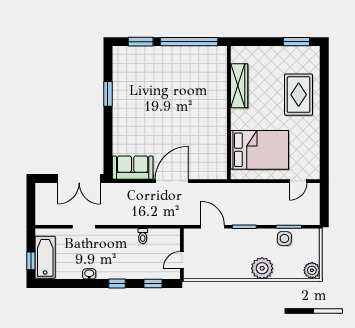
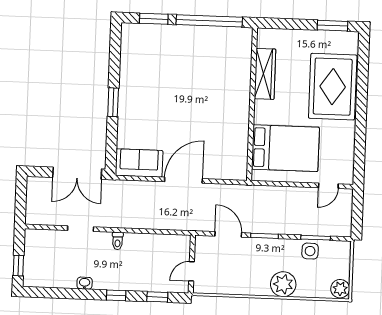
window: (108, 94) -> (113, 102), moved
rug: (299, 95) -> (333, 87), width x1.37, depth x1.44
toilet: (143, 236) -> (118, 241), moved
bathtub: (45, 257) -> (35, 262), removed

